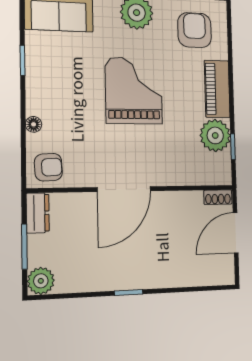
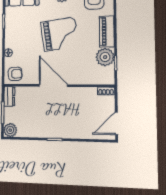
grand piano: (134, 91) -> (60, 34), turned 82
door: (124, 189) -> (53, 86), swing flipped
door: (236, 233) -> (116, 123), moved

